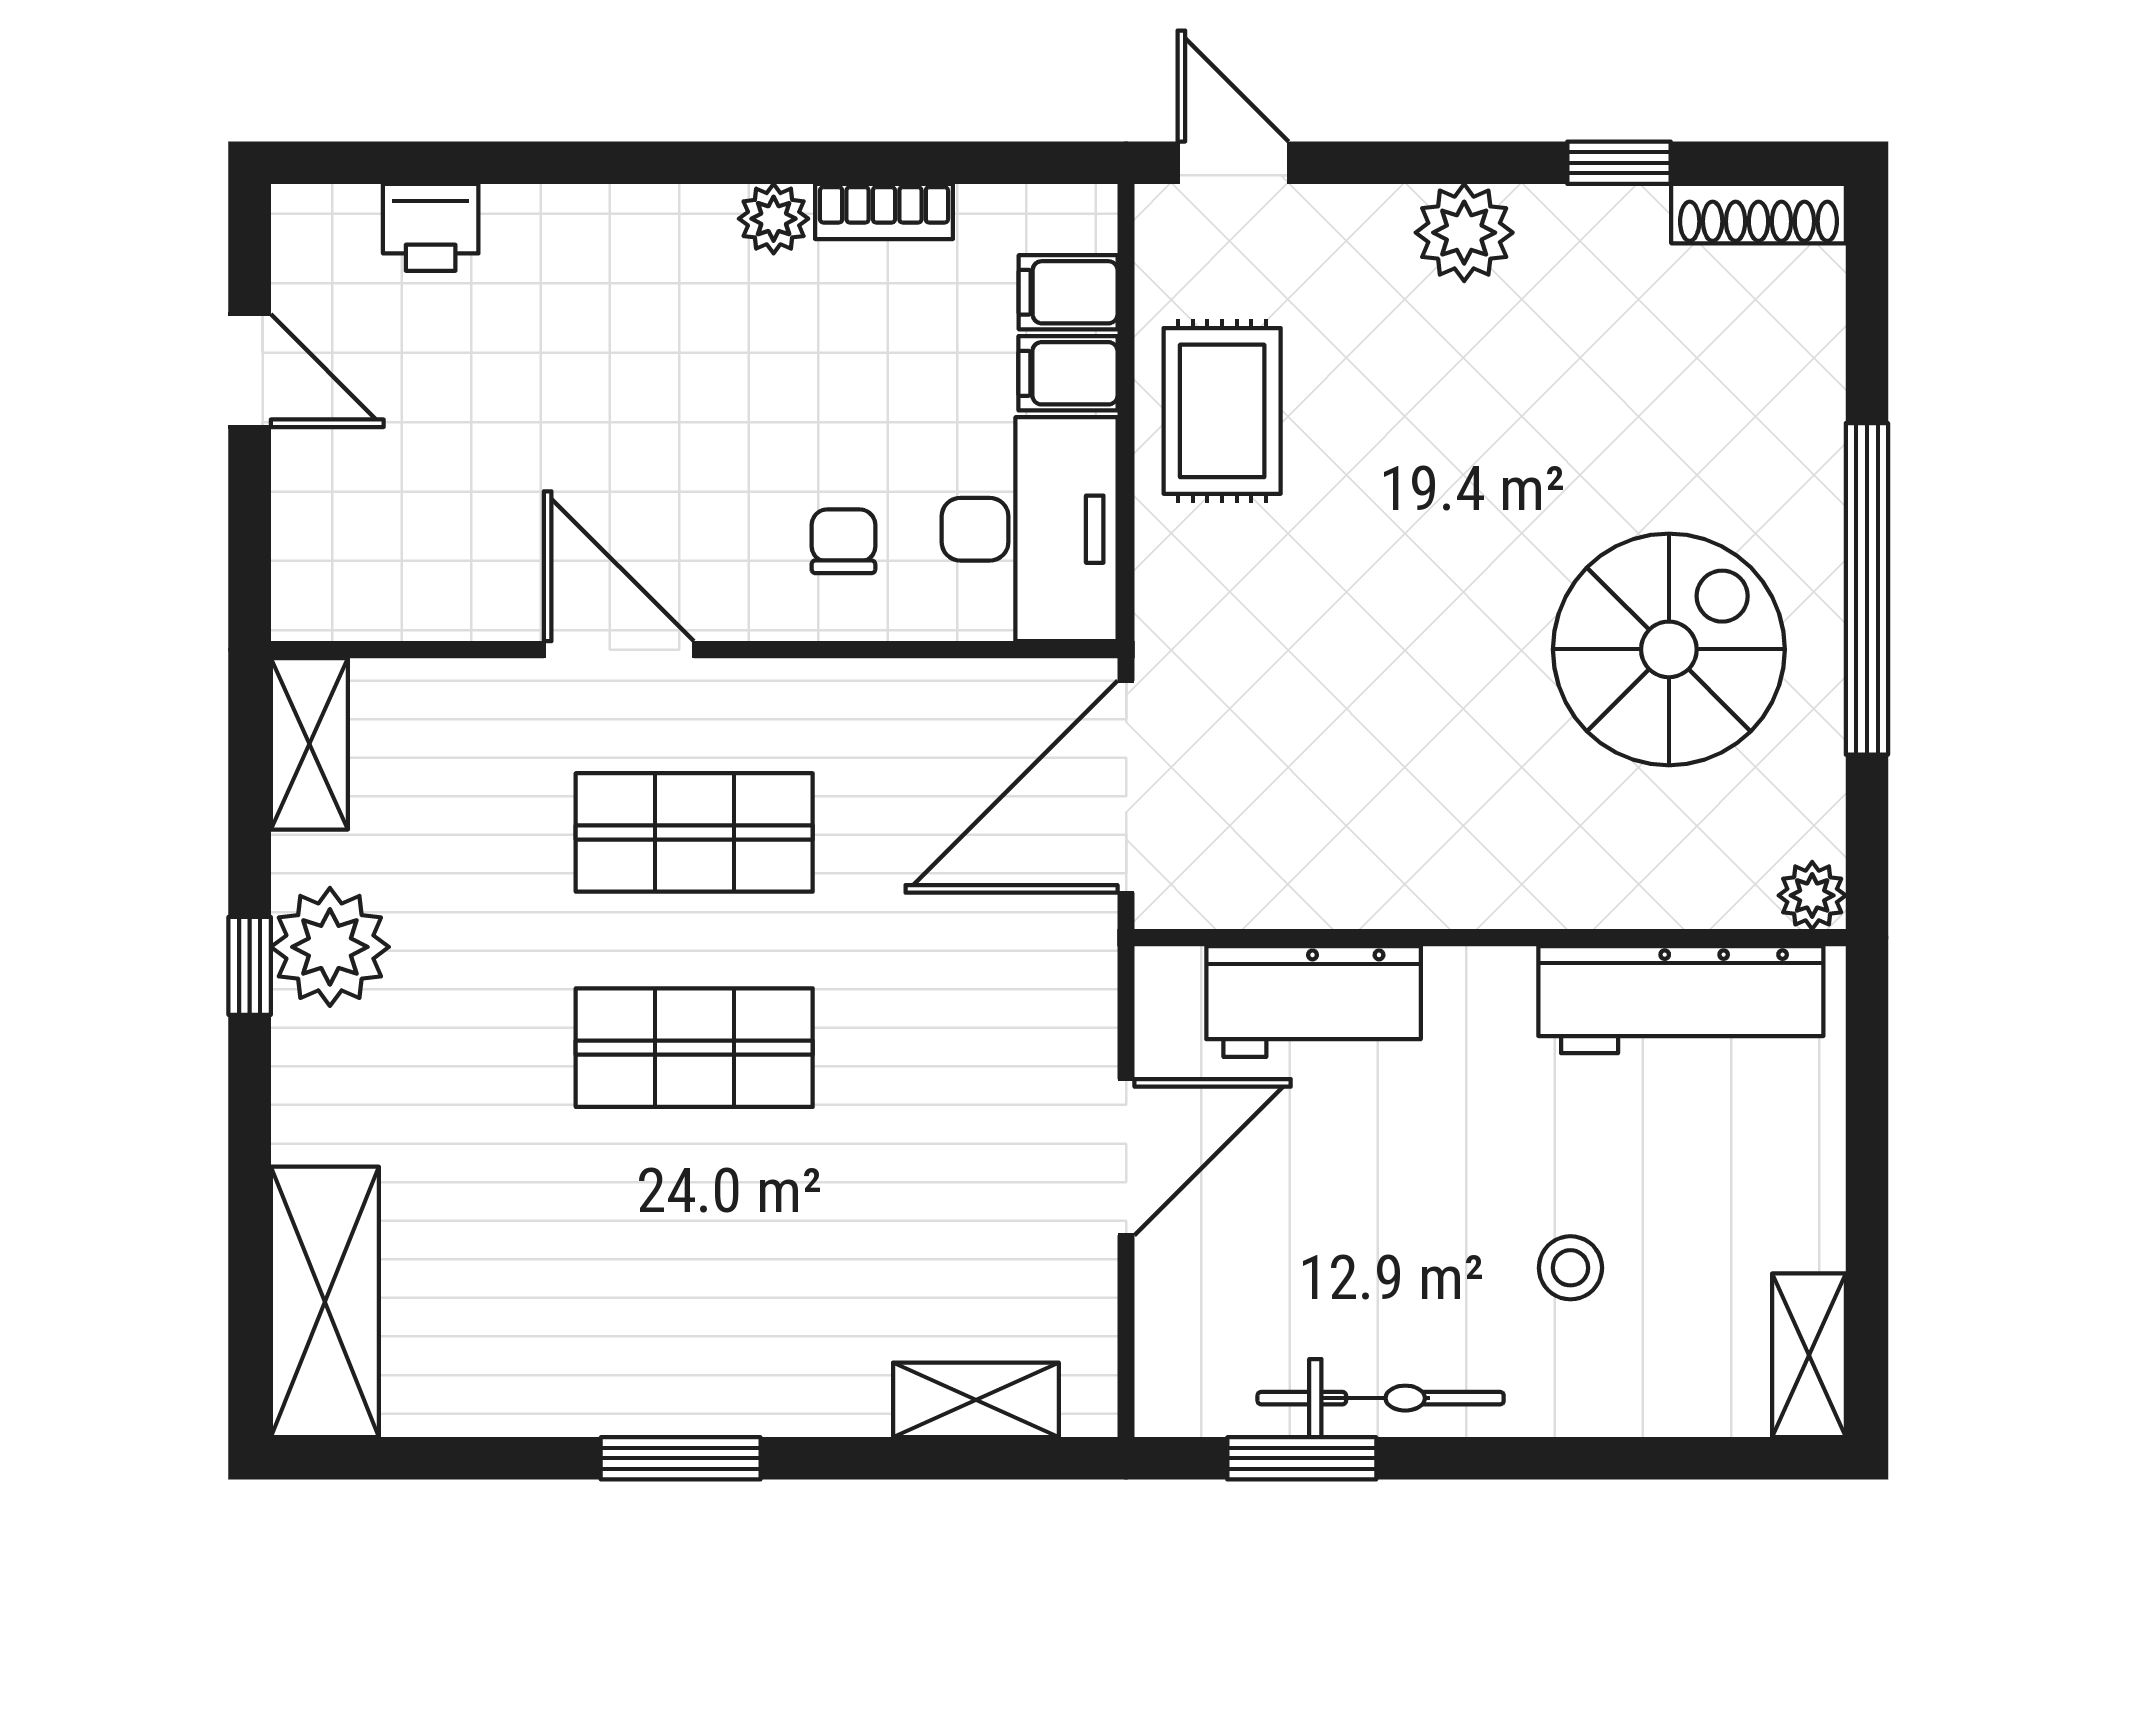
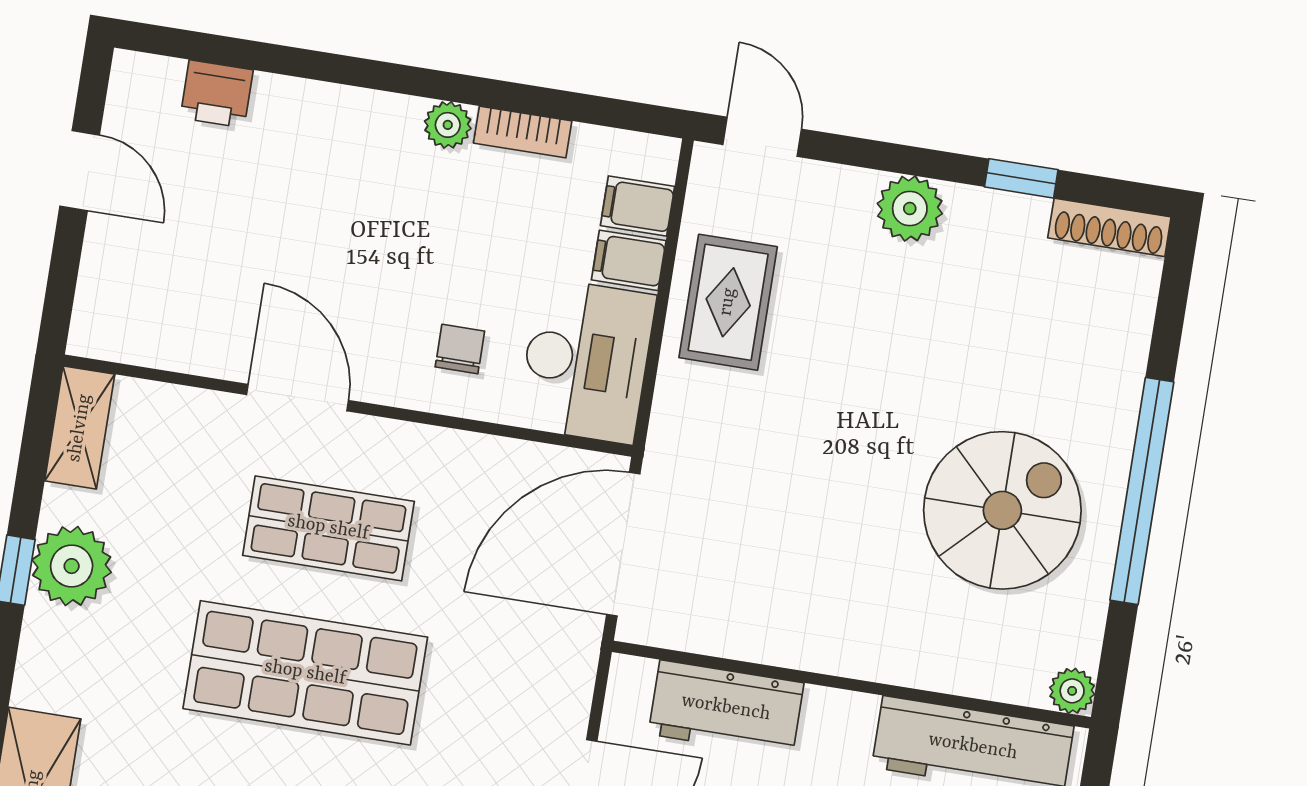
shop shelf: (694, 1048) -> (305, 673), width x1.43, depth x1.36

